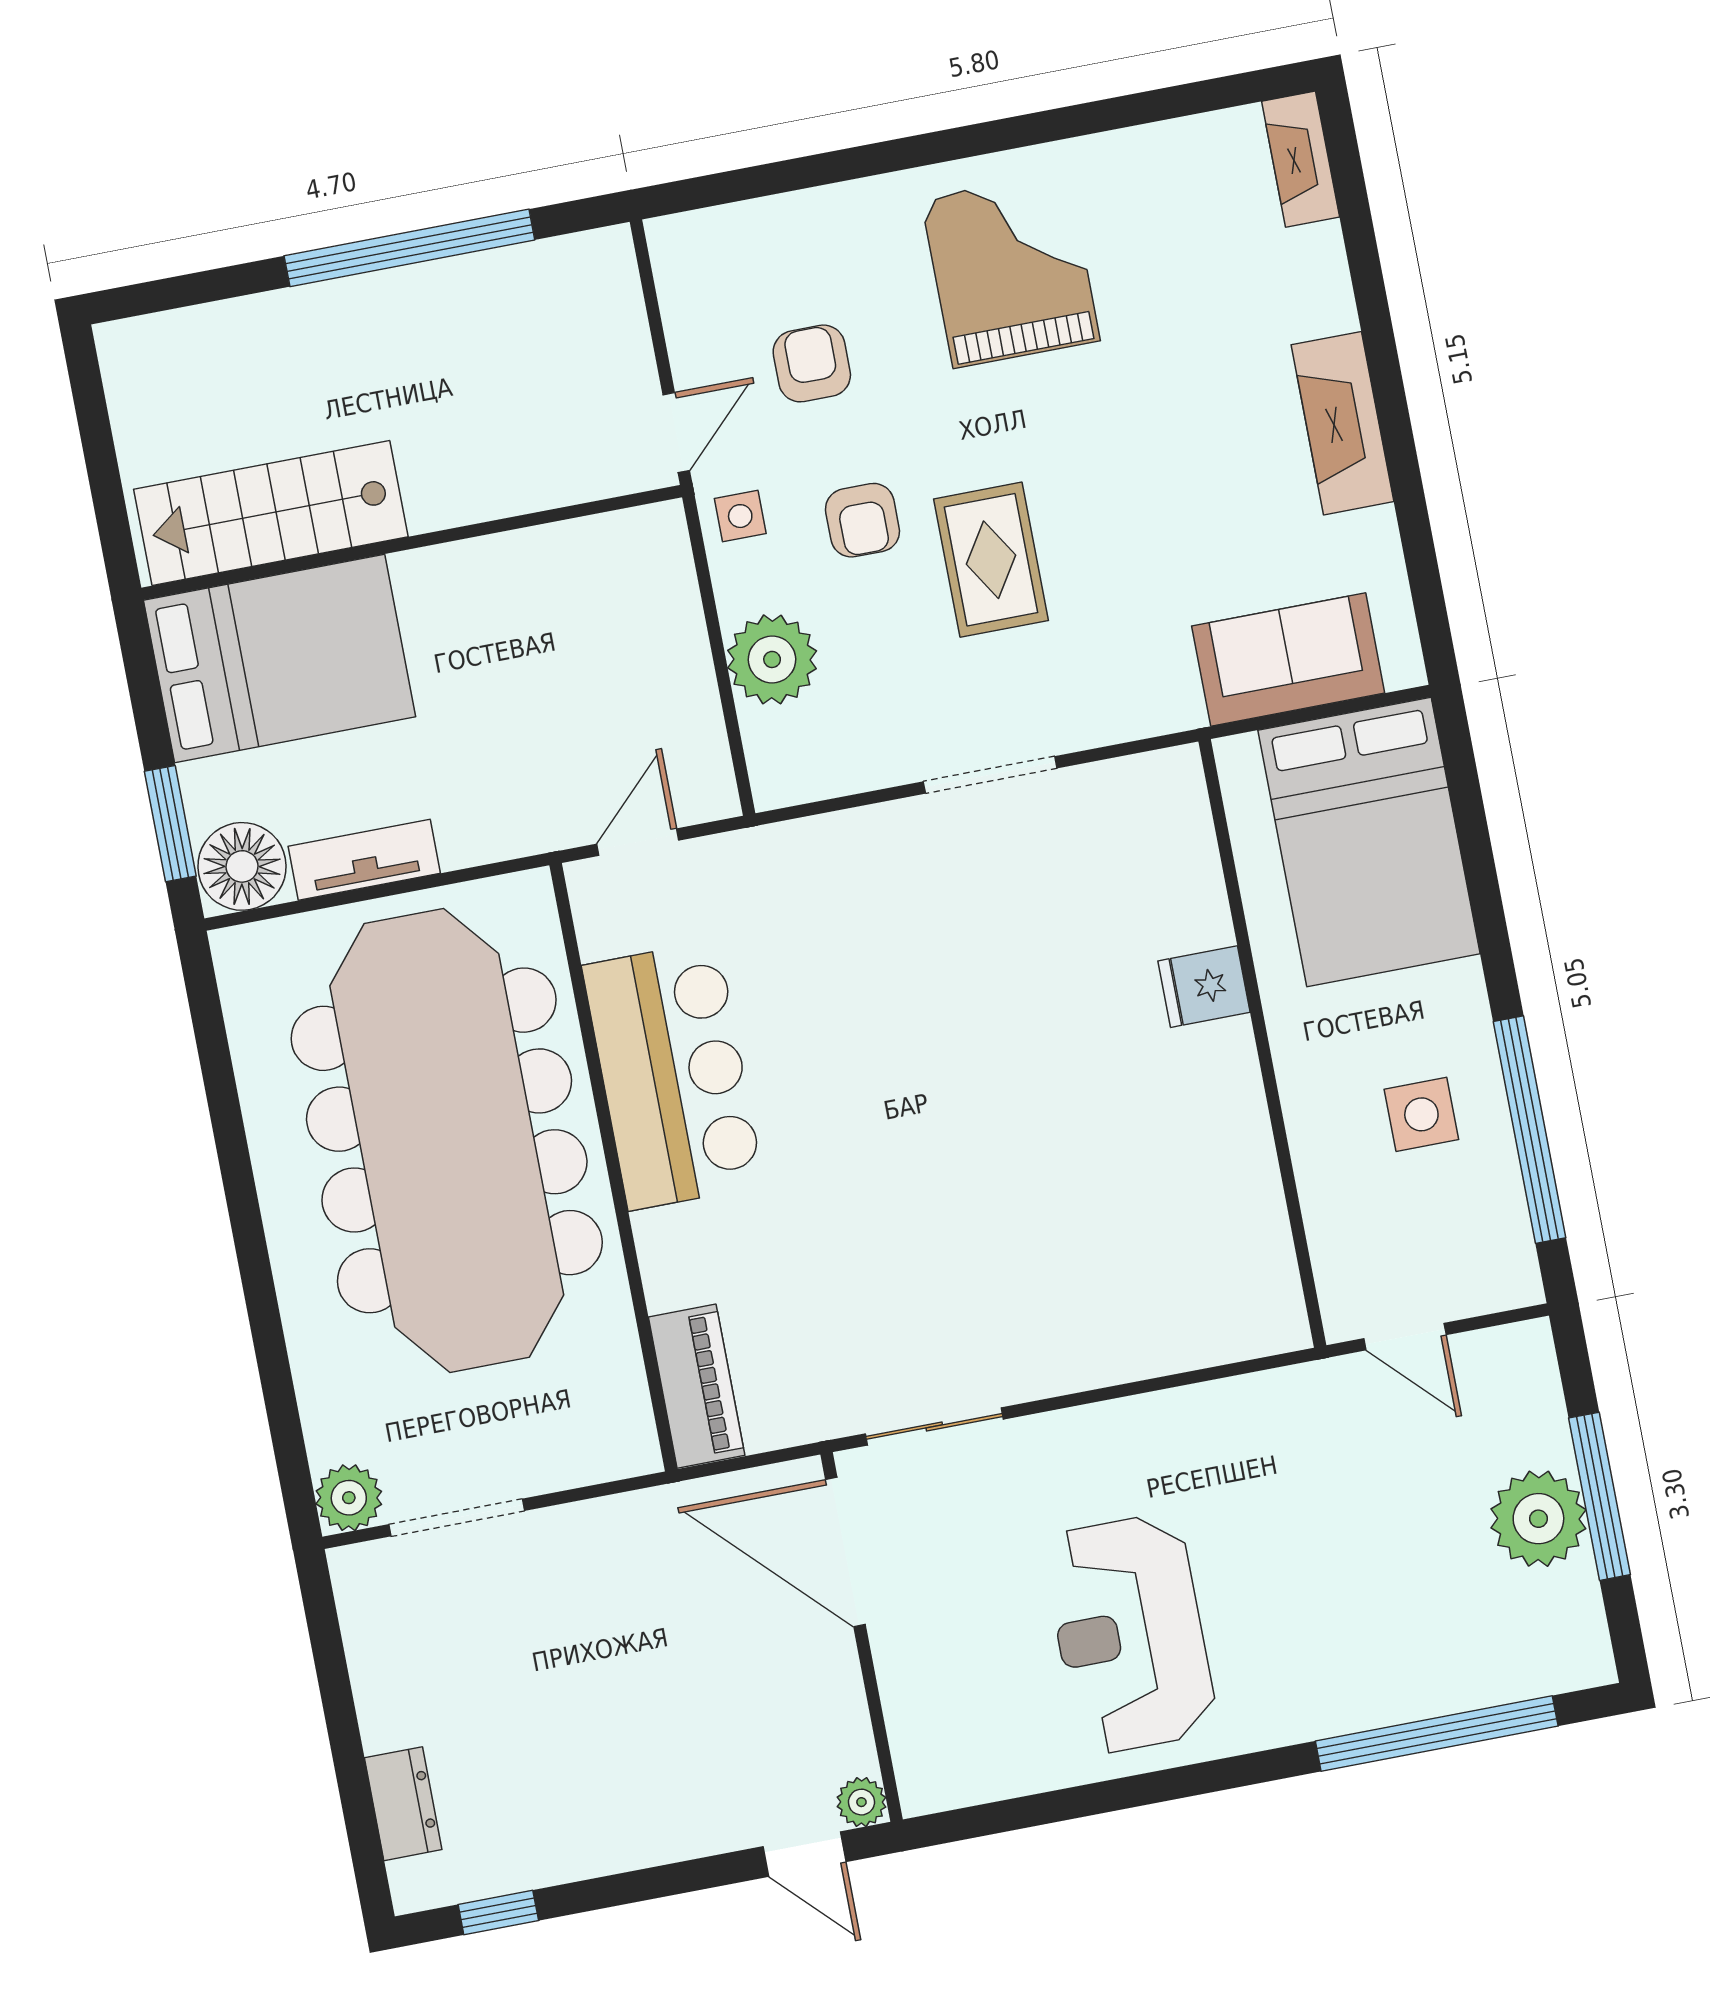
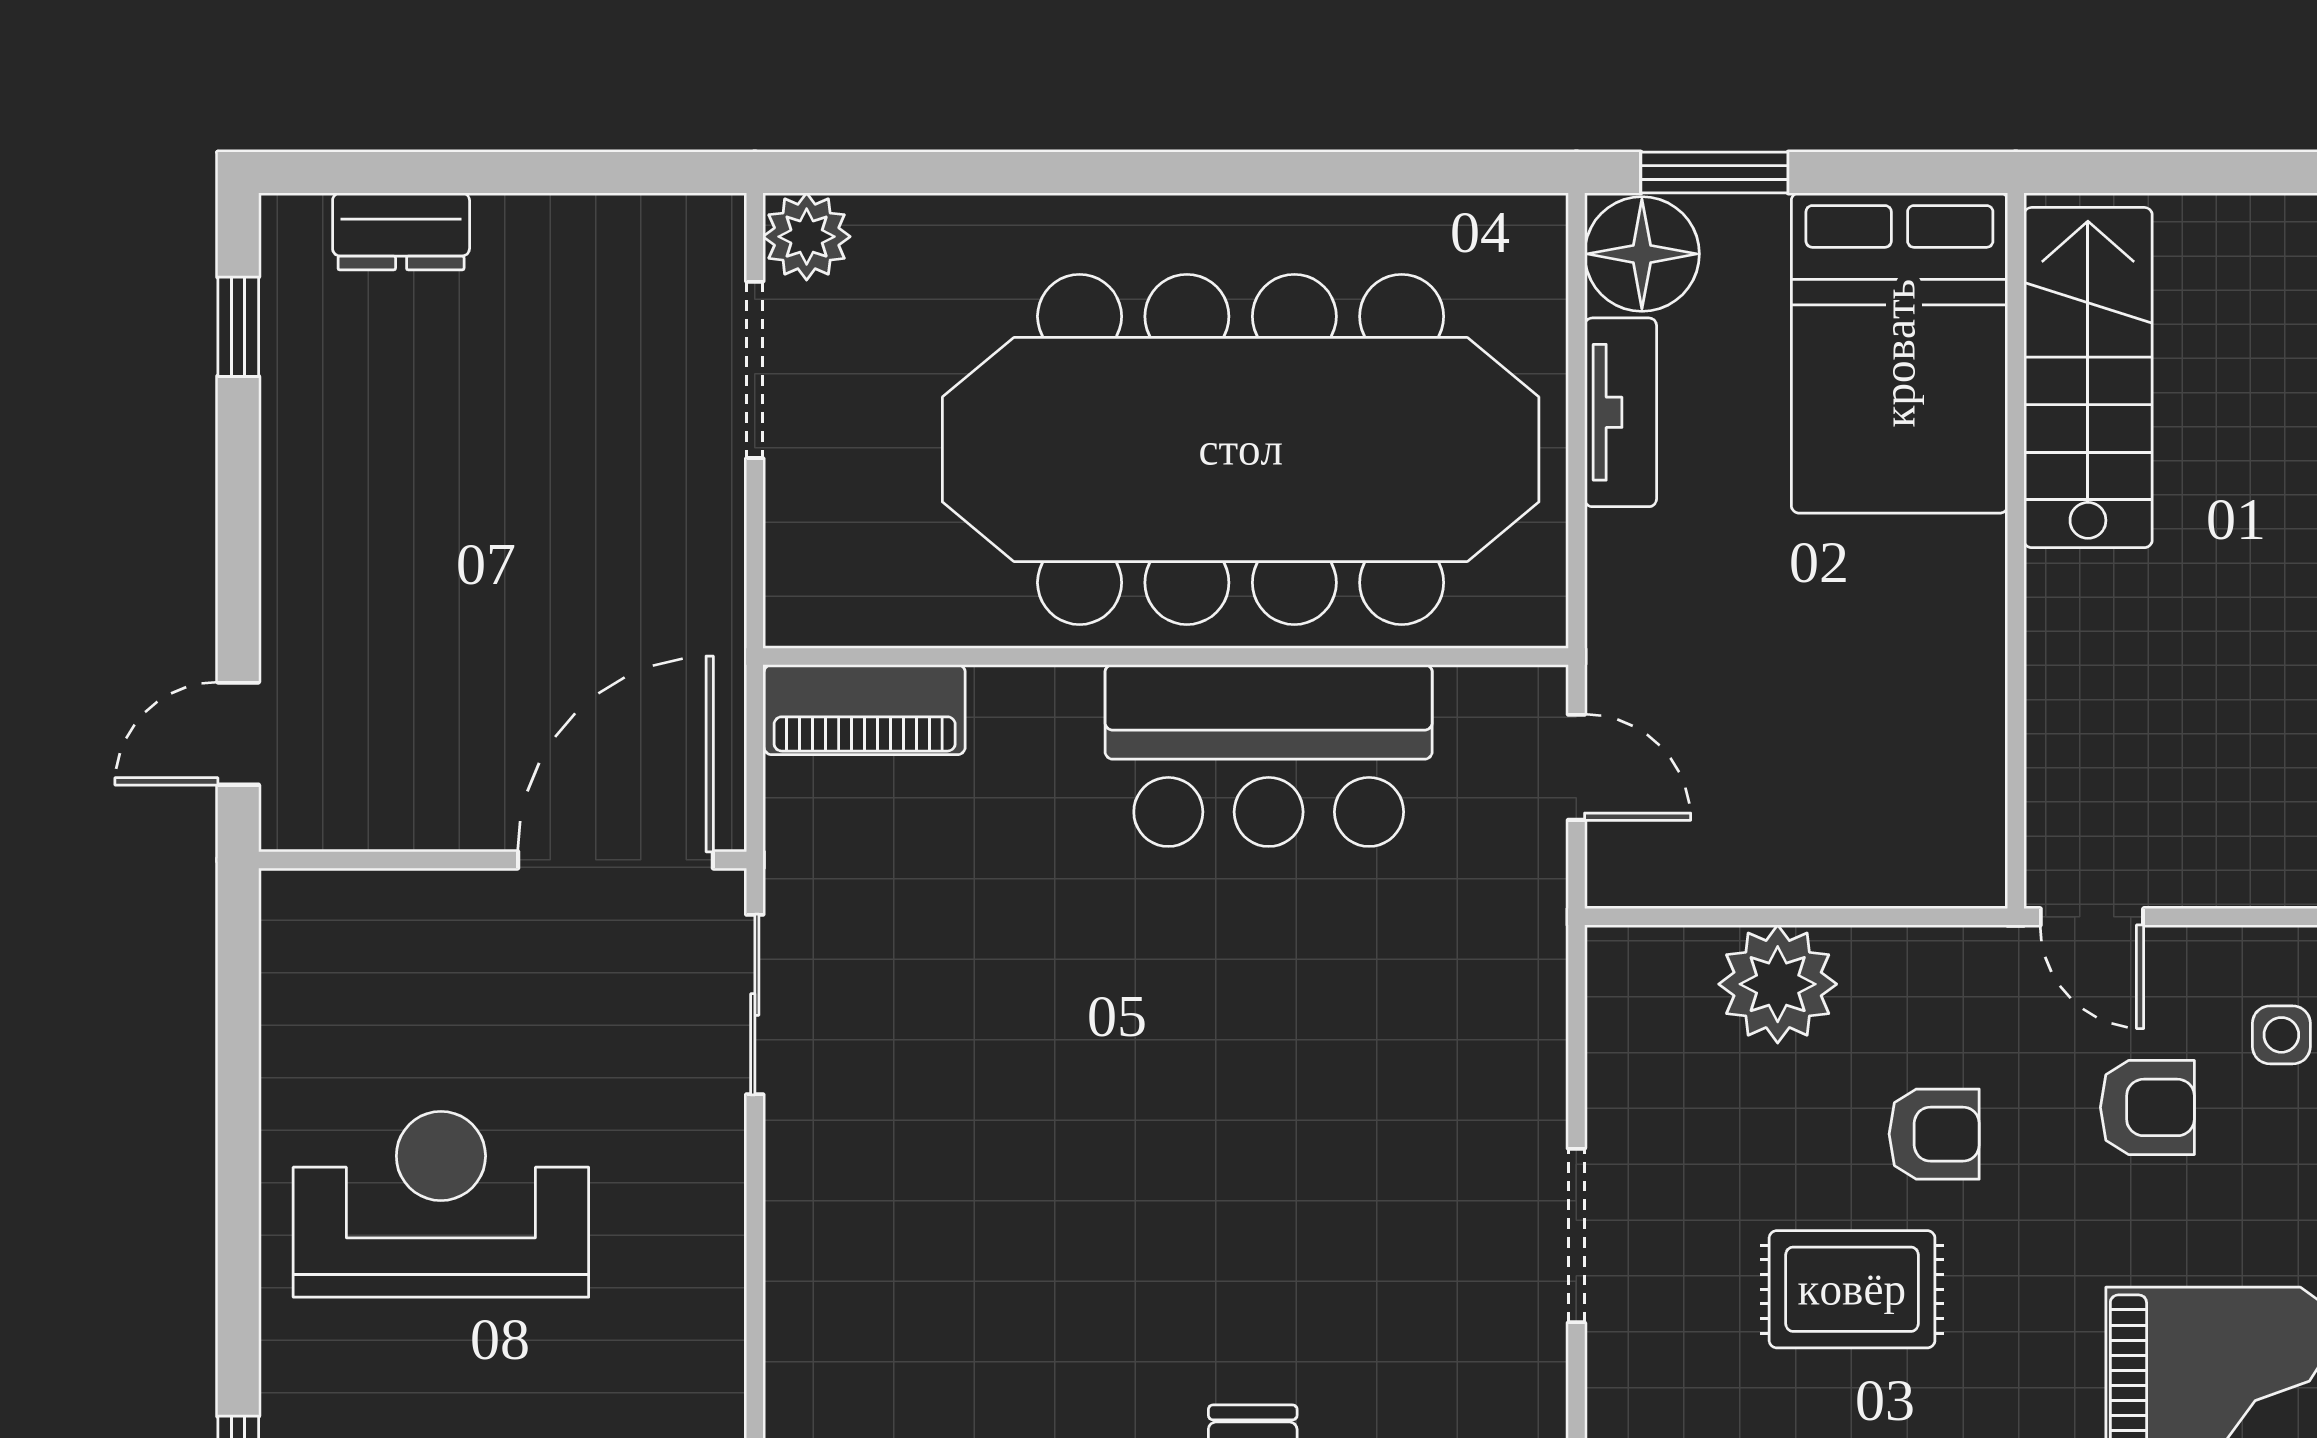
side table: (740, 516) -> (2281, 1035), moved
armchair: (862, 520) -> (1934, 1134), turned 180
plant: (861, 1802) -> (291, 819), removed

